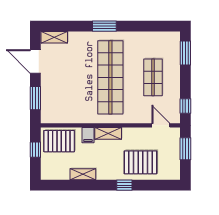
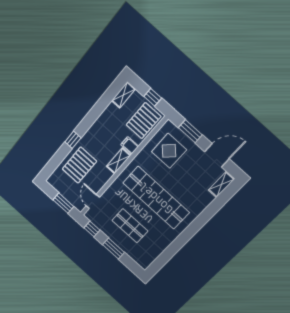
window: (104, 26) -> (196, 226), removed
window: (185, 53) -> (113, 249), moved
display table: (65, 101) -> (169, 151), added
door: (161, 125) -> (93, 201), swing flipped
shelving: (83, 174) -> (123, 95), moved

